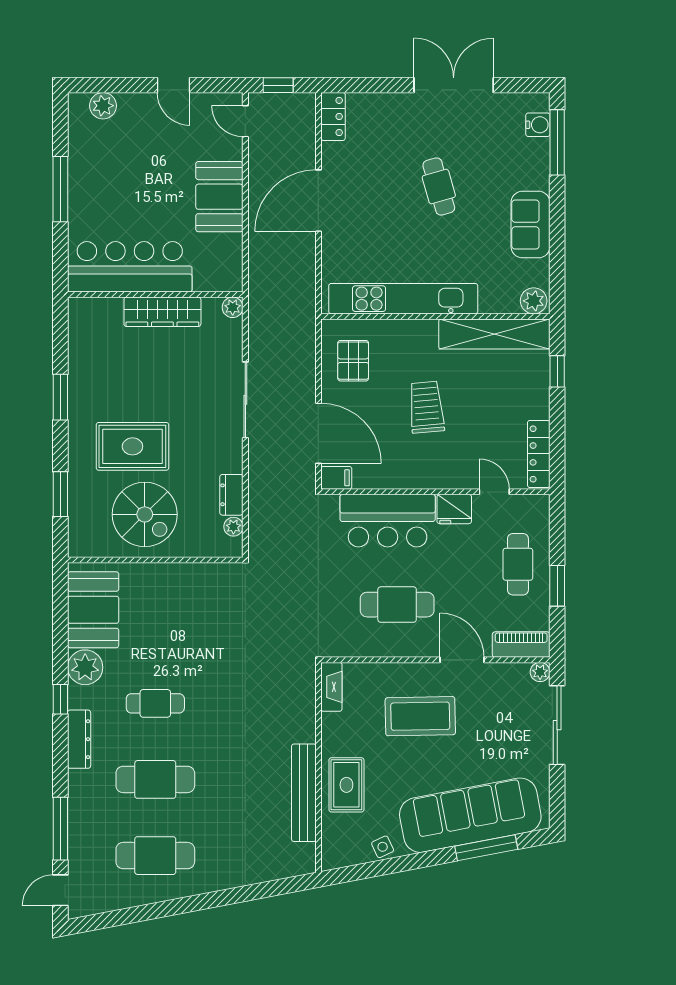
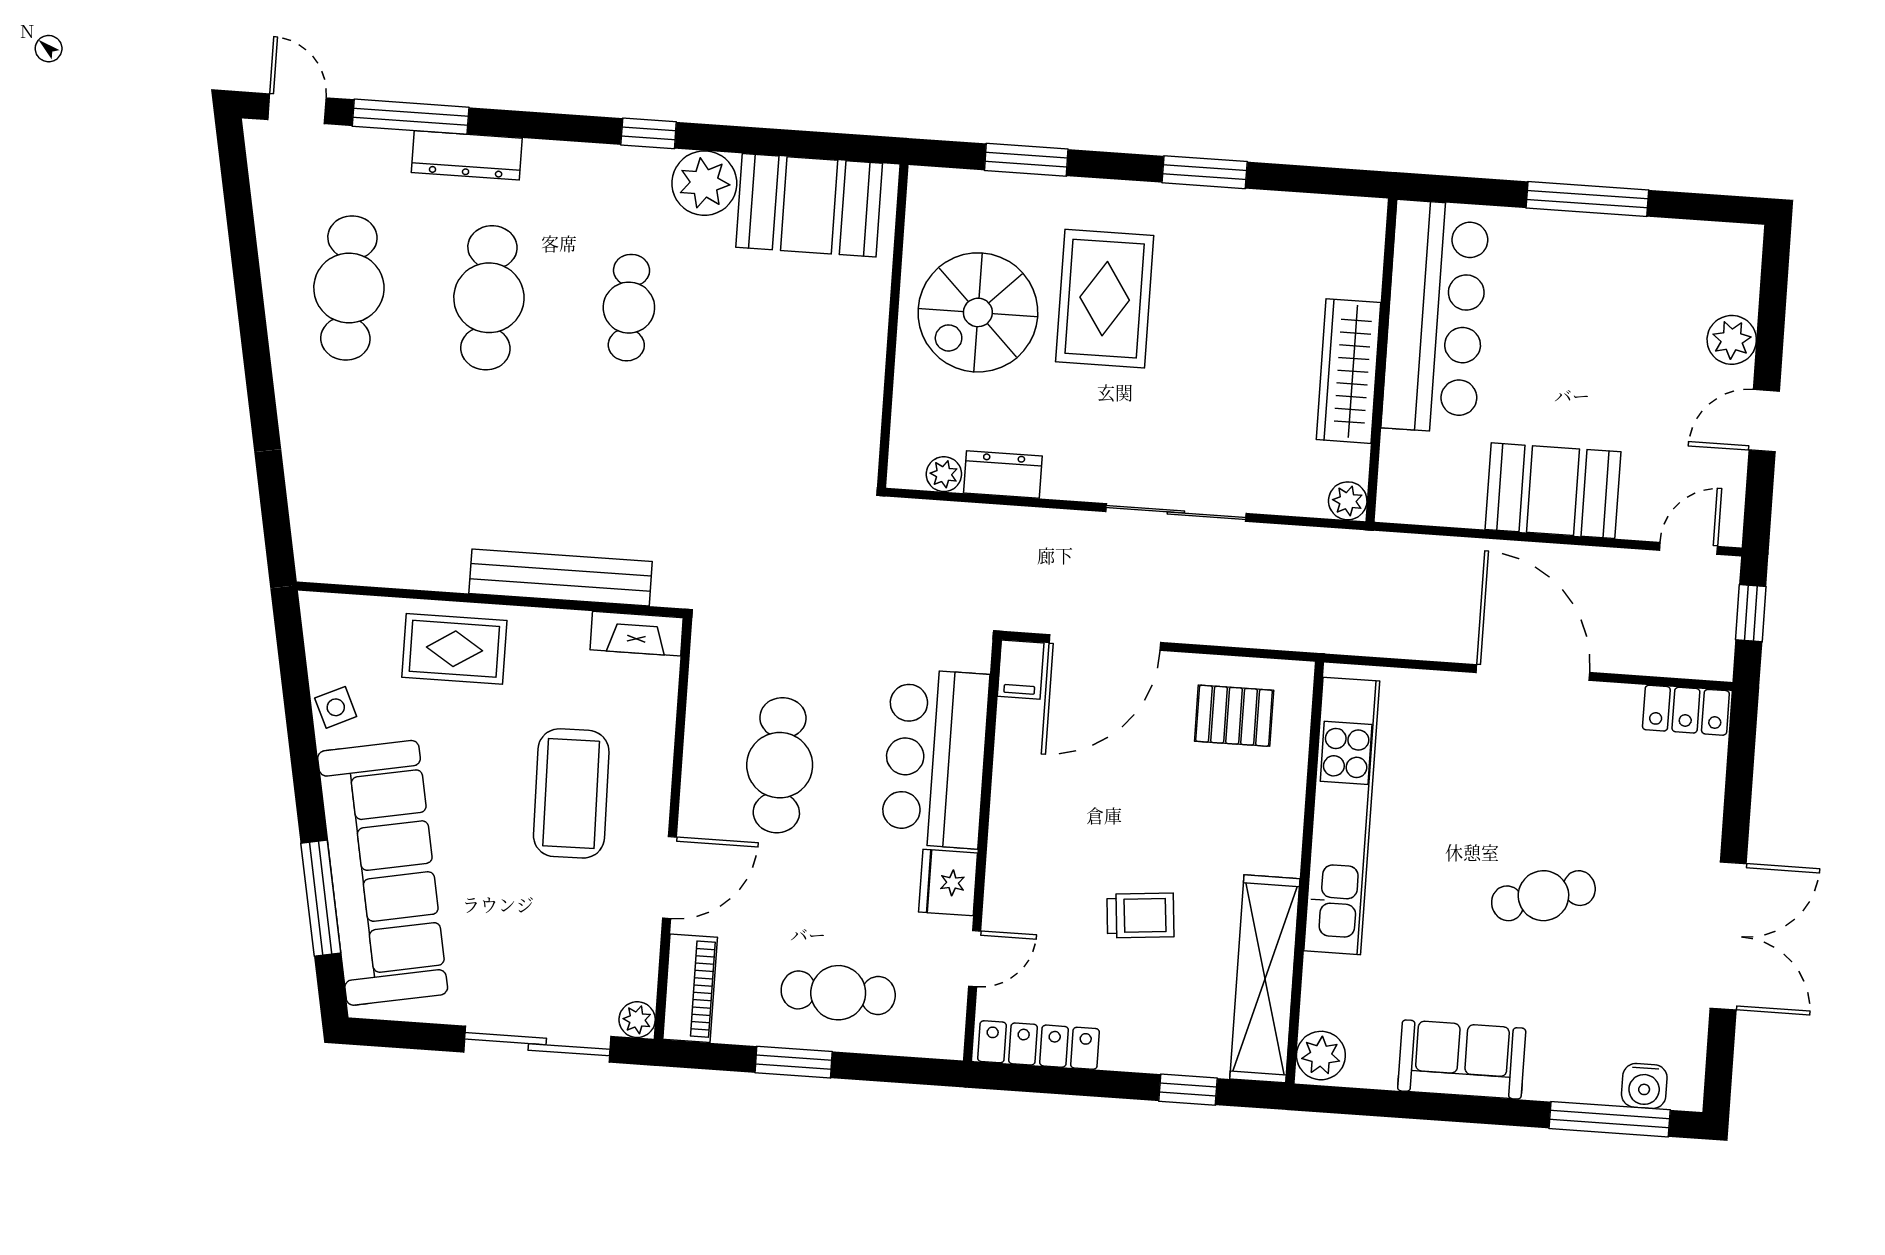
plant: (103, 106) -> (1732, 340), moved
trolley: (426, 407) -> (1140, 915), moved, width x0.73, depth x0.72
dresser: (79, 739) -> (467, 155), moved
bench: (304, 793) -> (561, 577), moved

